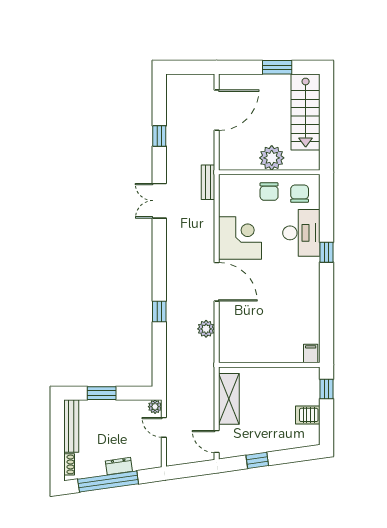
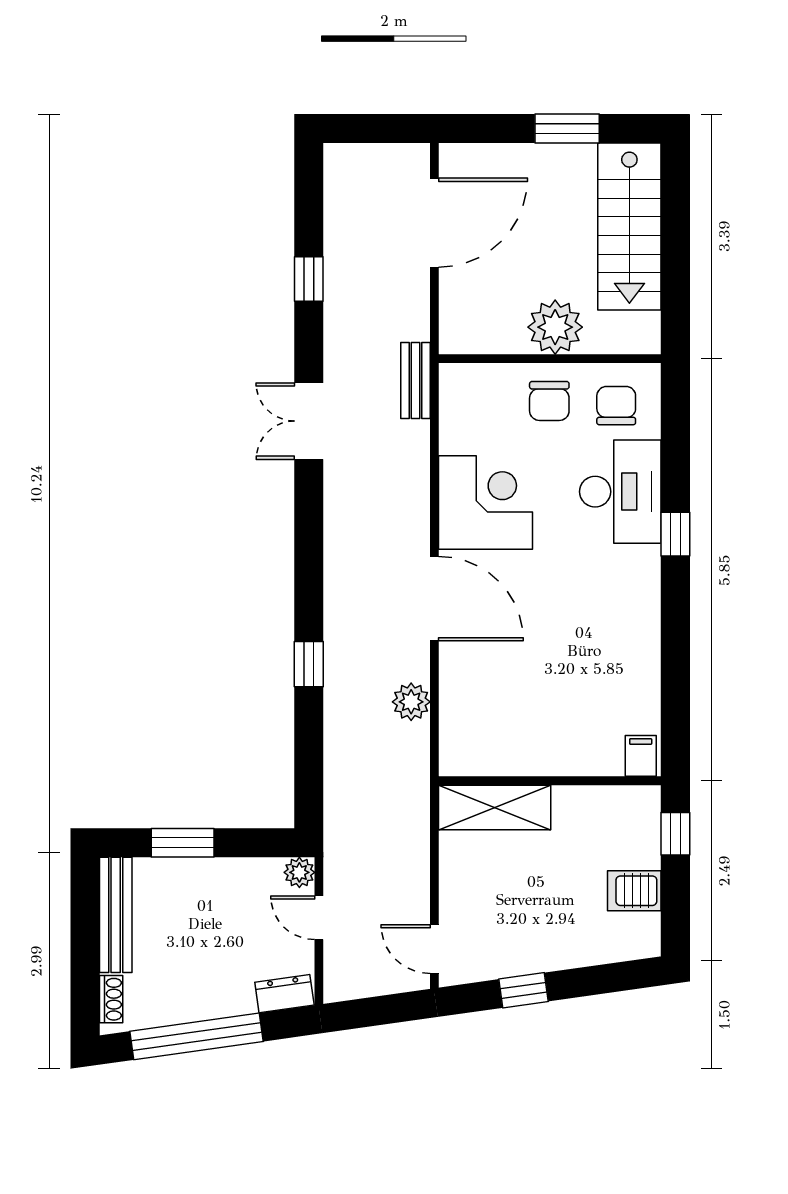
shelving: (229, 399) -> (495, 807), moved, turned 90
dresser: (119, 466) -> (284, 994), moved

